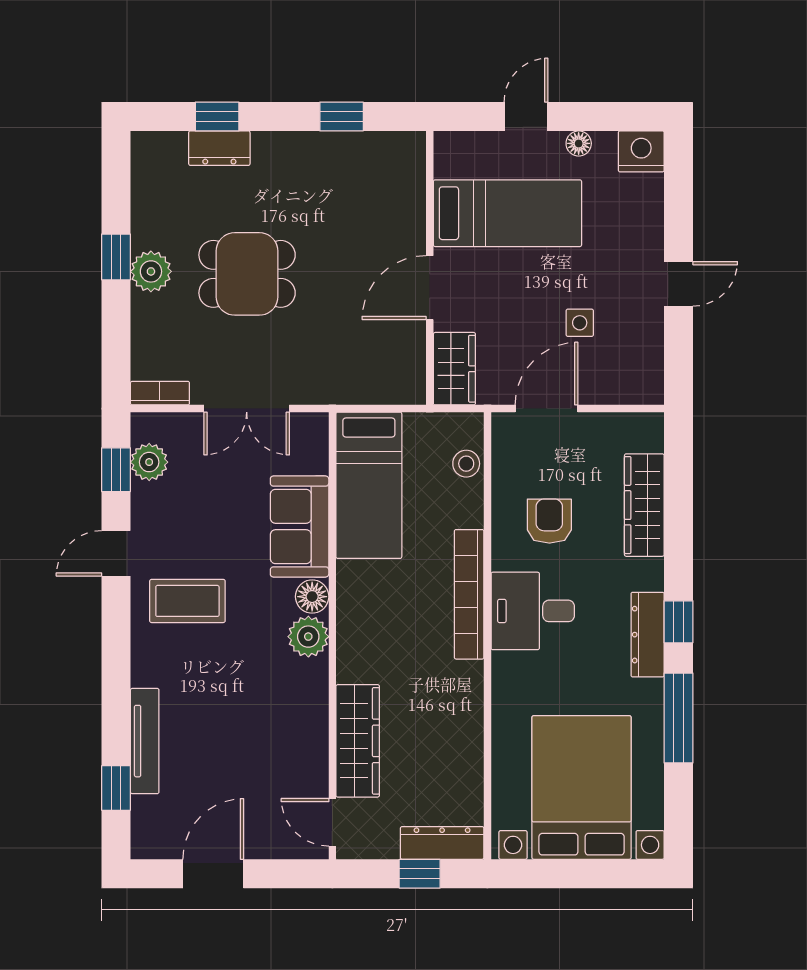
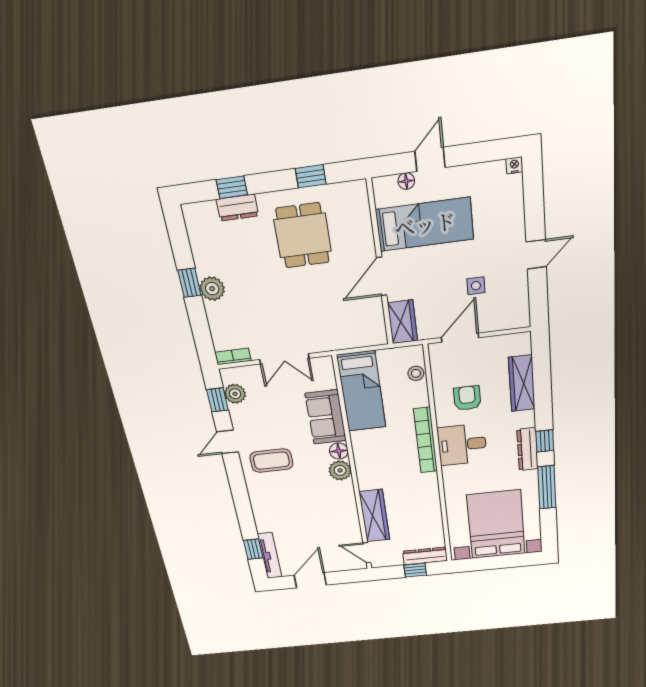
floor lamp: (579, 143) -> (406, 181), moved
nightstand: (641, 151) -> (514, 165), width x0.53, depth x0.56
dining table: (247, 274) -> (303, 236), moved, turned 90
tv unit: (145, 741) -> (270, 556), moved

